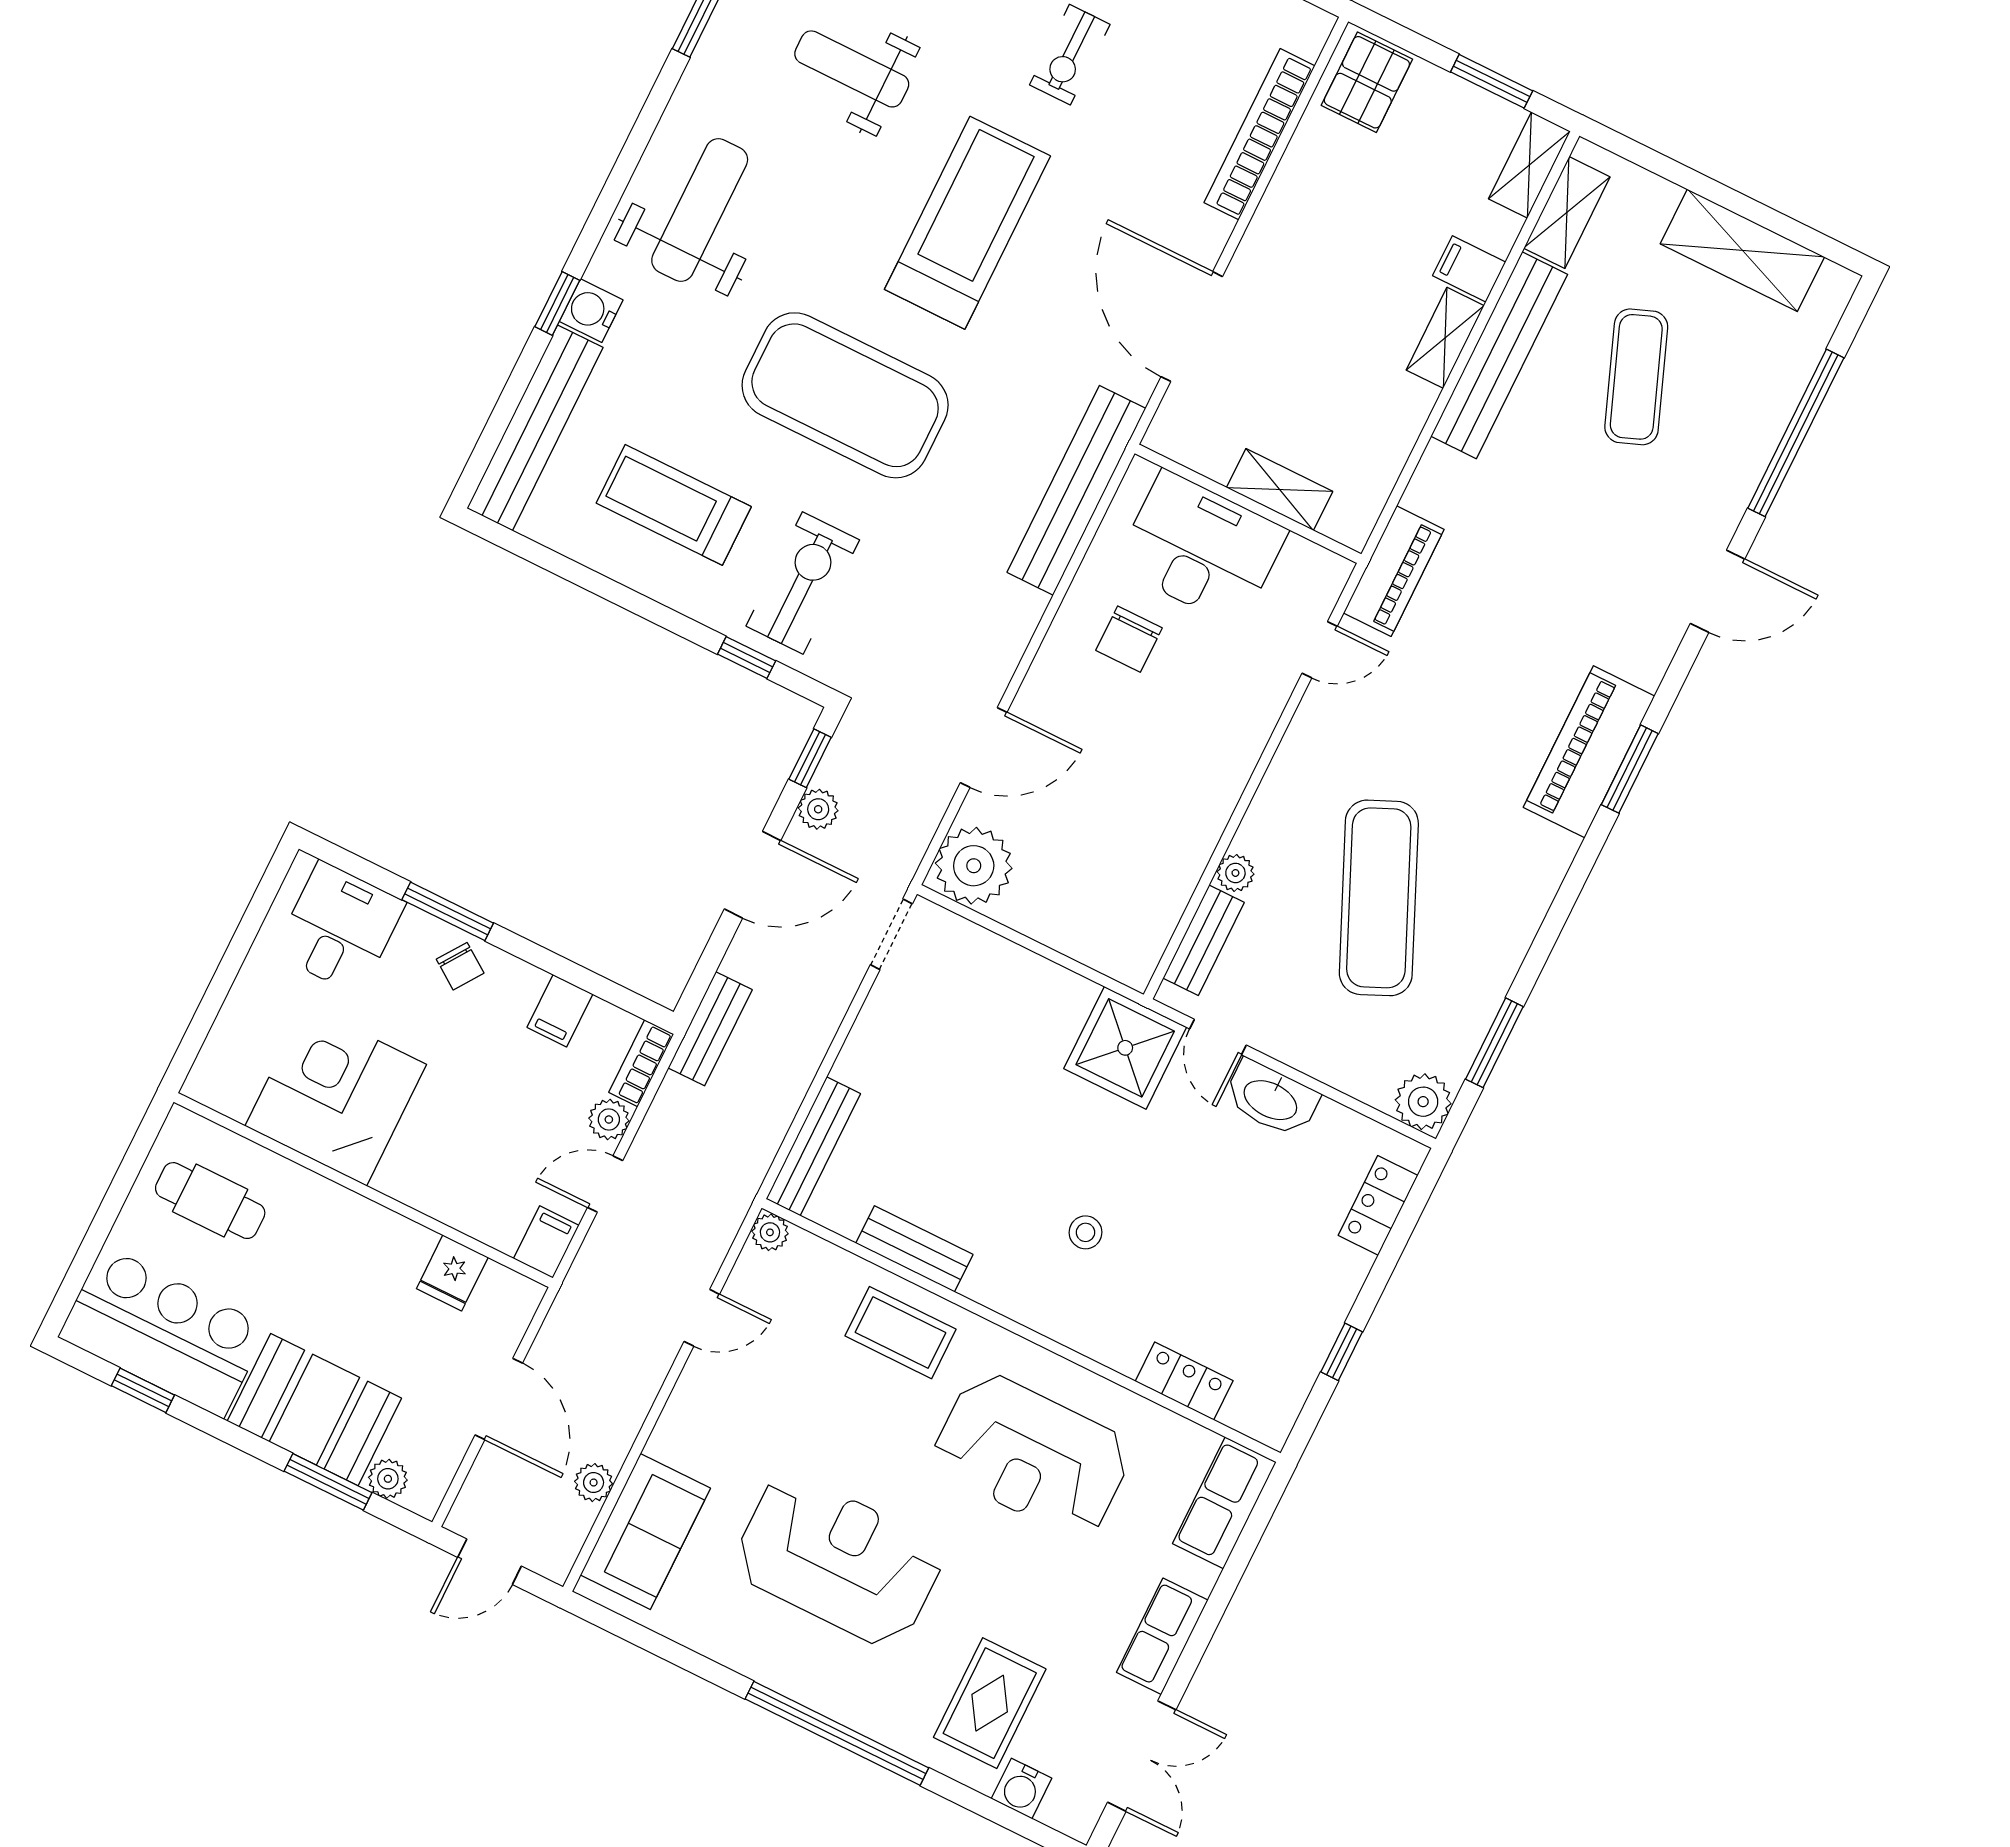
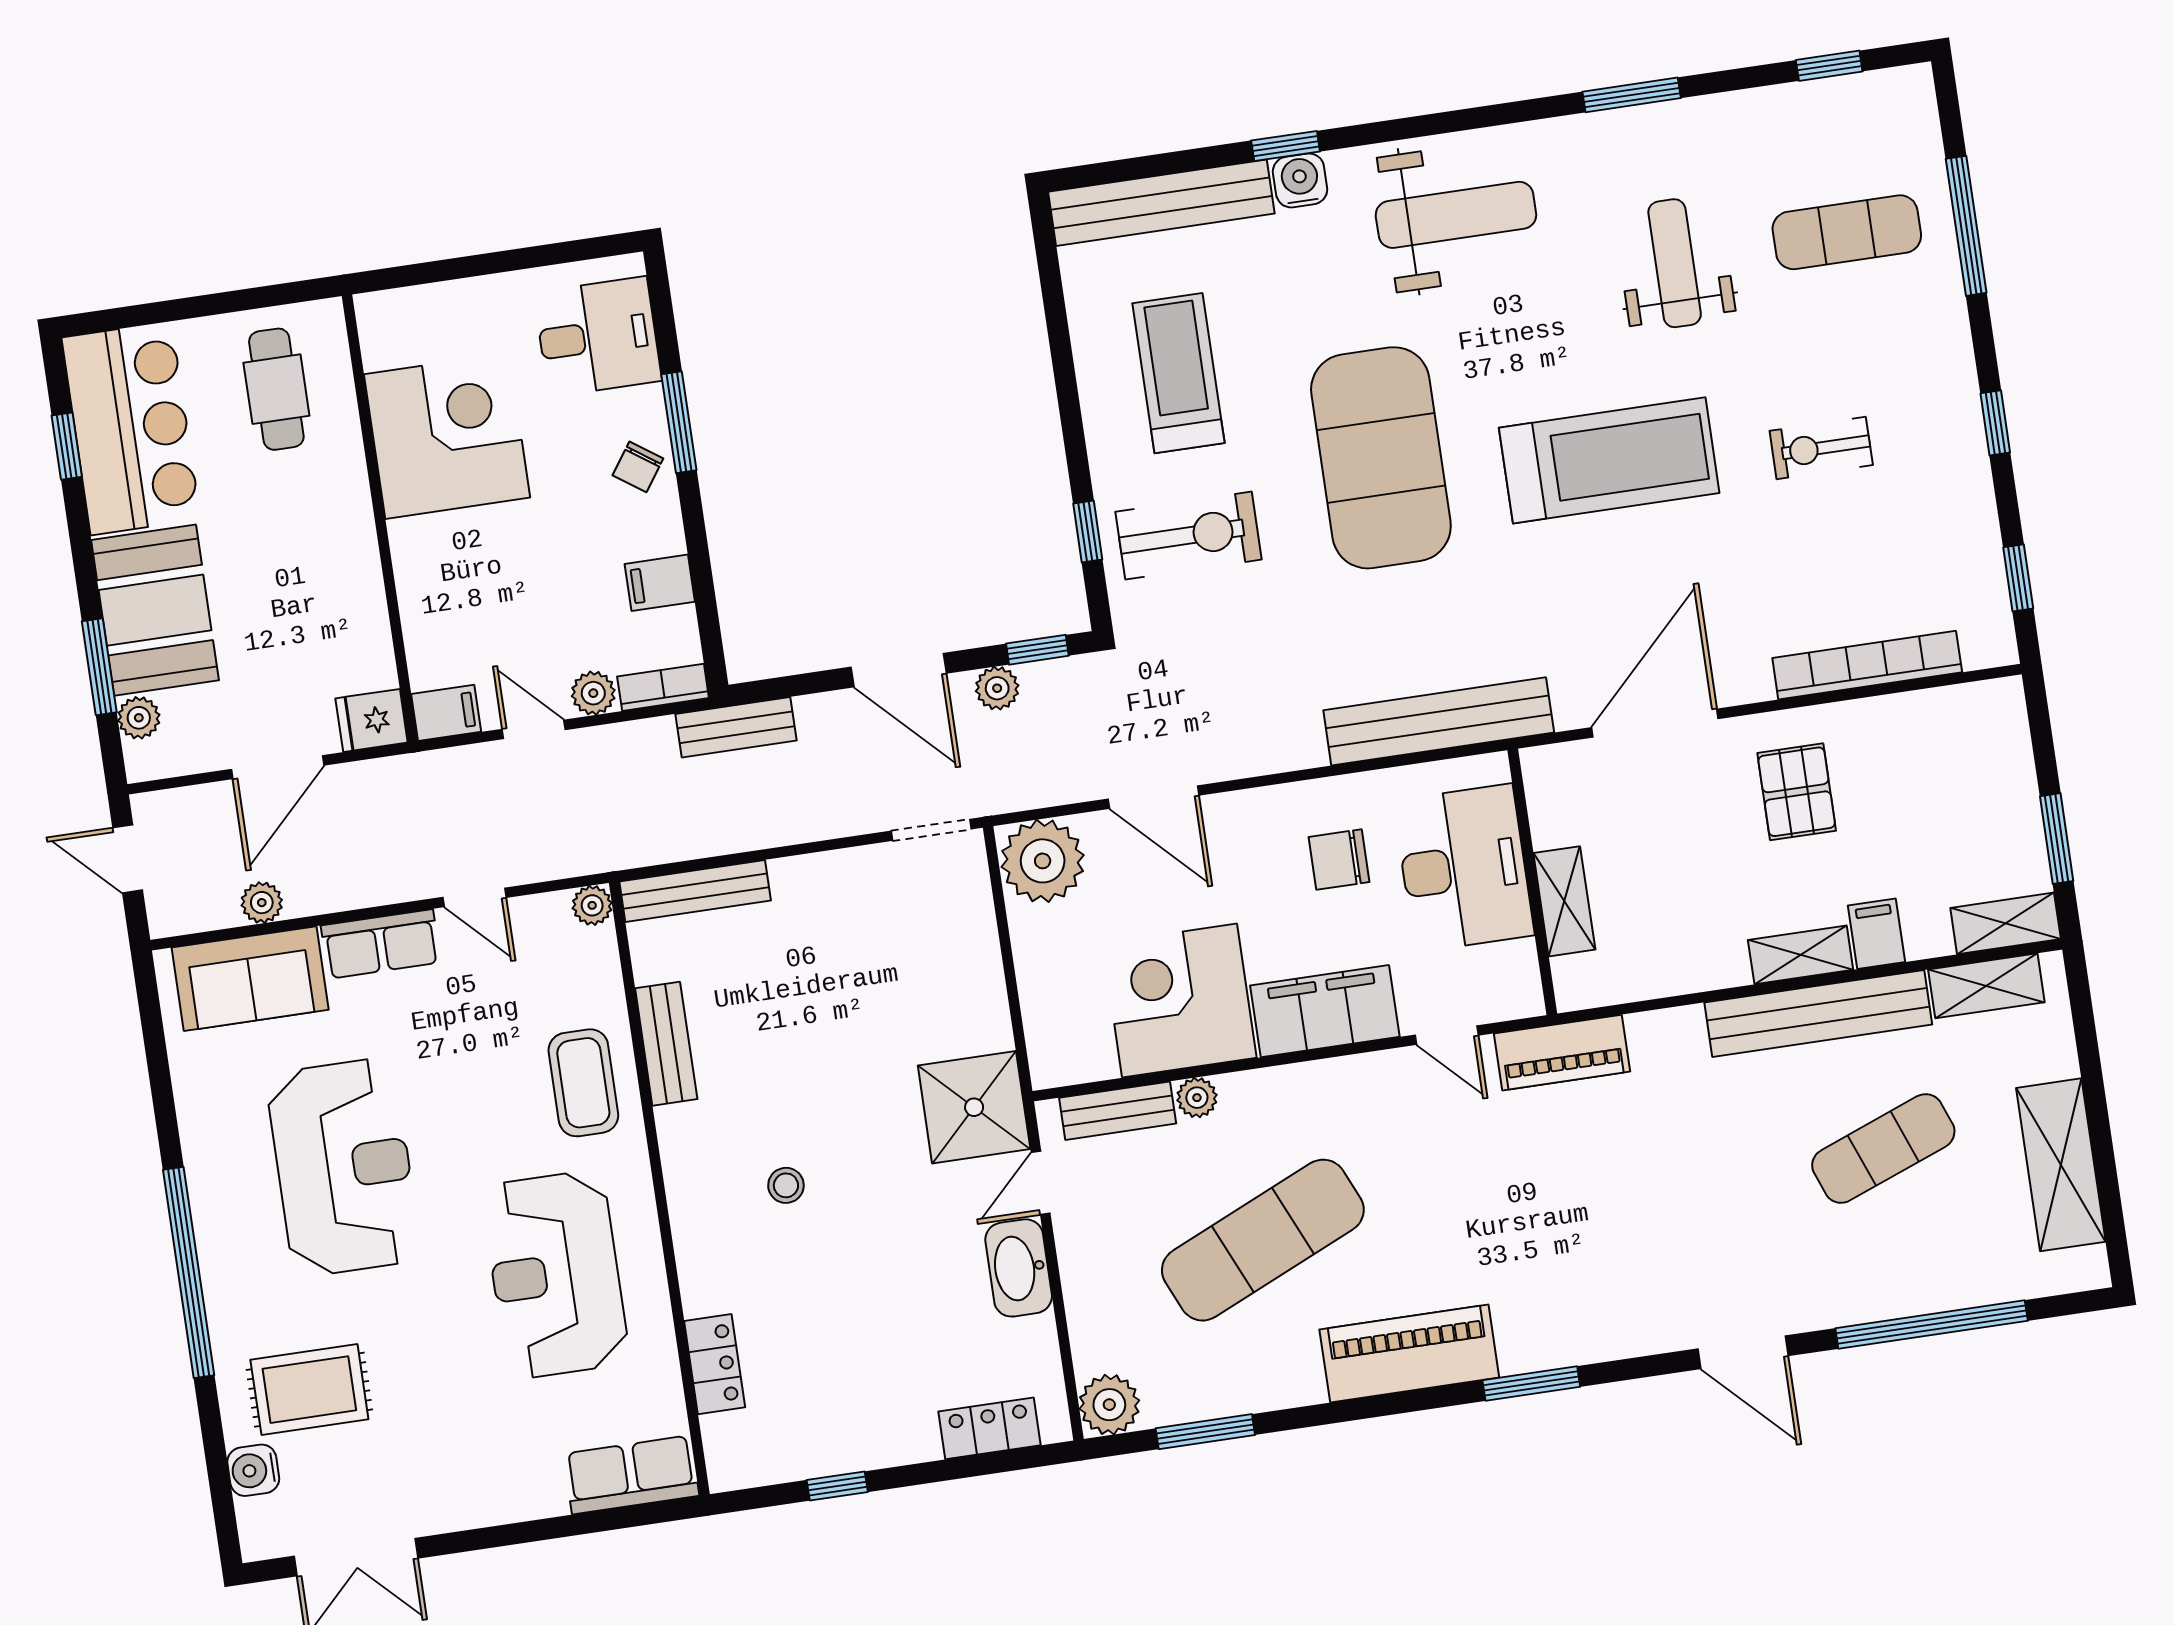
pallet: (1367, 82) -> (1797, 792), moved, turned 90
filing cabinet: (1237, 730) -> (1325, 1011), added
piano: (1589, 752) -> (1409, 1353), moved
corner desk: (1152, 835) -> (1179, 1001), added
fridge: (452, 1273) -> (372, 720), moved
row of seats: (1162, 1636) -> (381, 944), moved, turned 180

